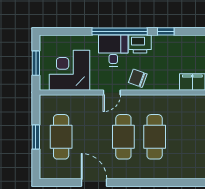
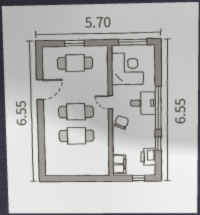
printer: (140, 44) -> (148, 157), moved
window: (36, 63) -> (133, 42), width x1.44

